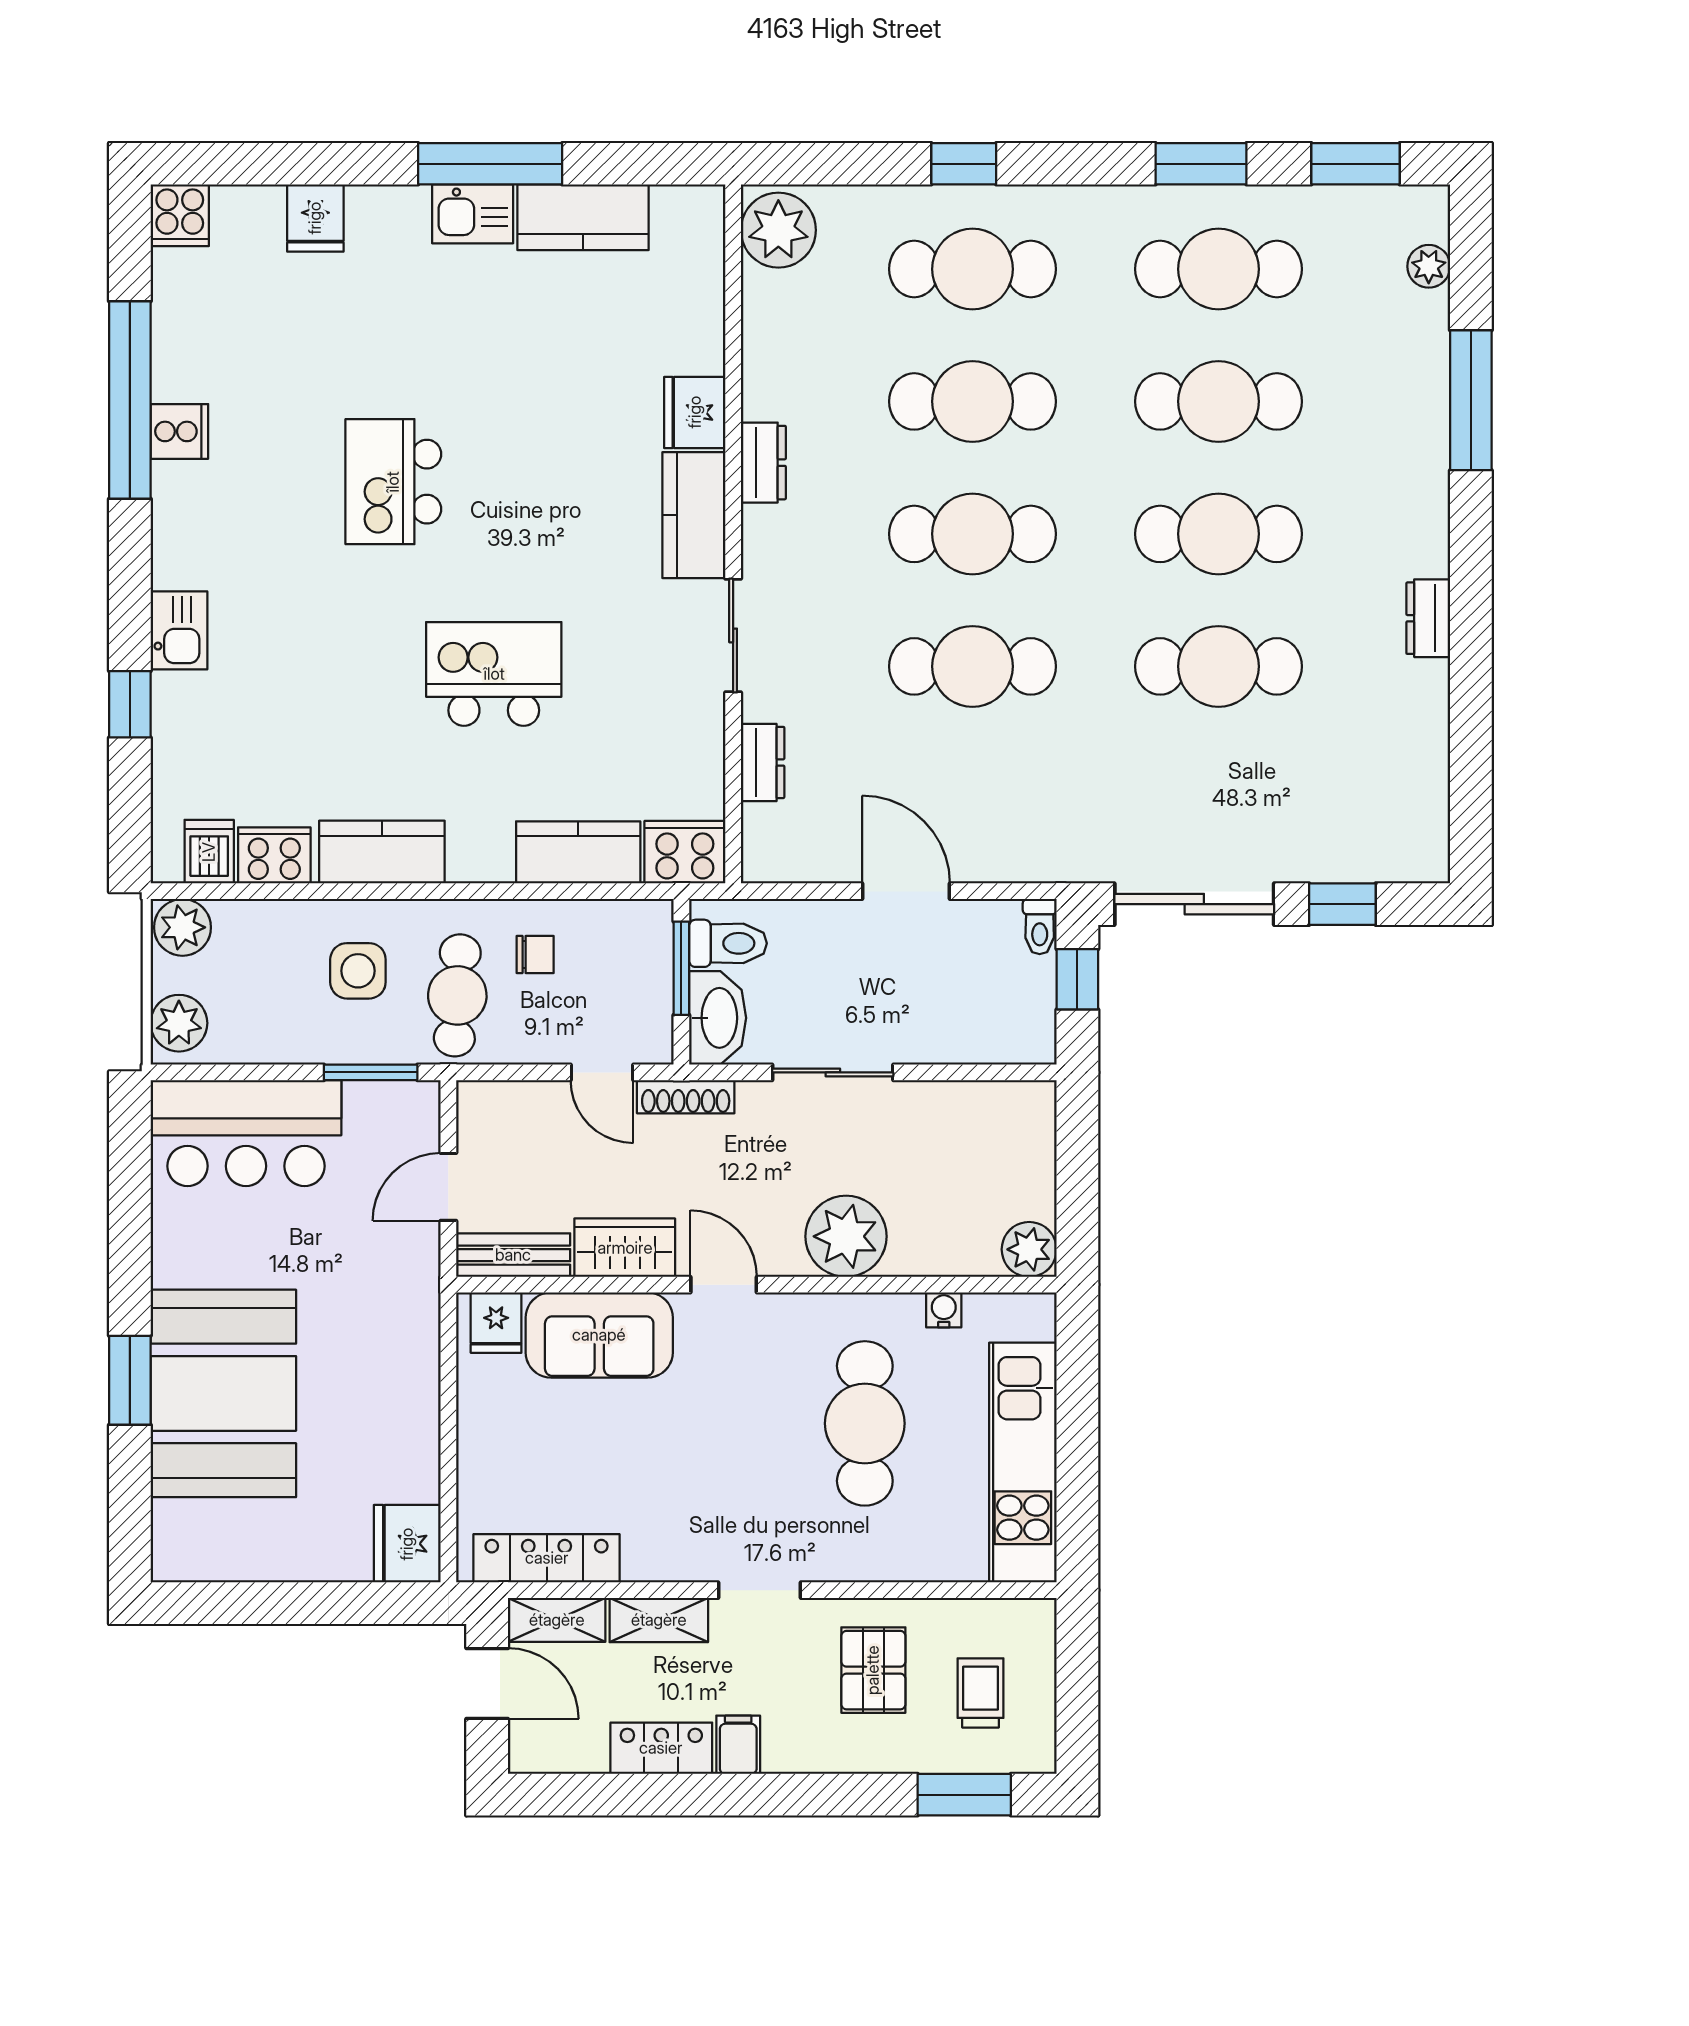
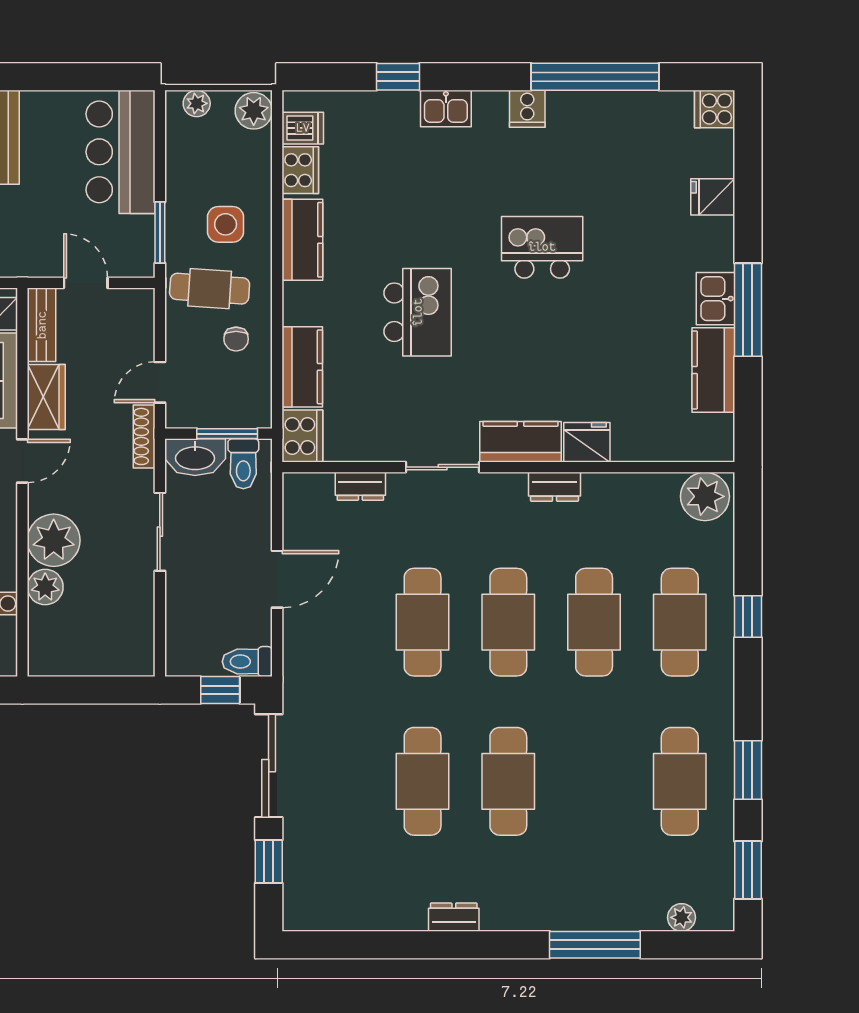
cafe table: (1218, 401) -> (594, 781), removed
cooker: (179, 431) -> (527, 109), moved
toilet: (1040, 927) -> (247, 662), width x1.37, depth x1.39
plant: (179, 1023) -> (197, 103), width x0.73, depth x0.73
plant: (1029, 1249) -> (45, 587), moved

